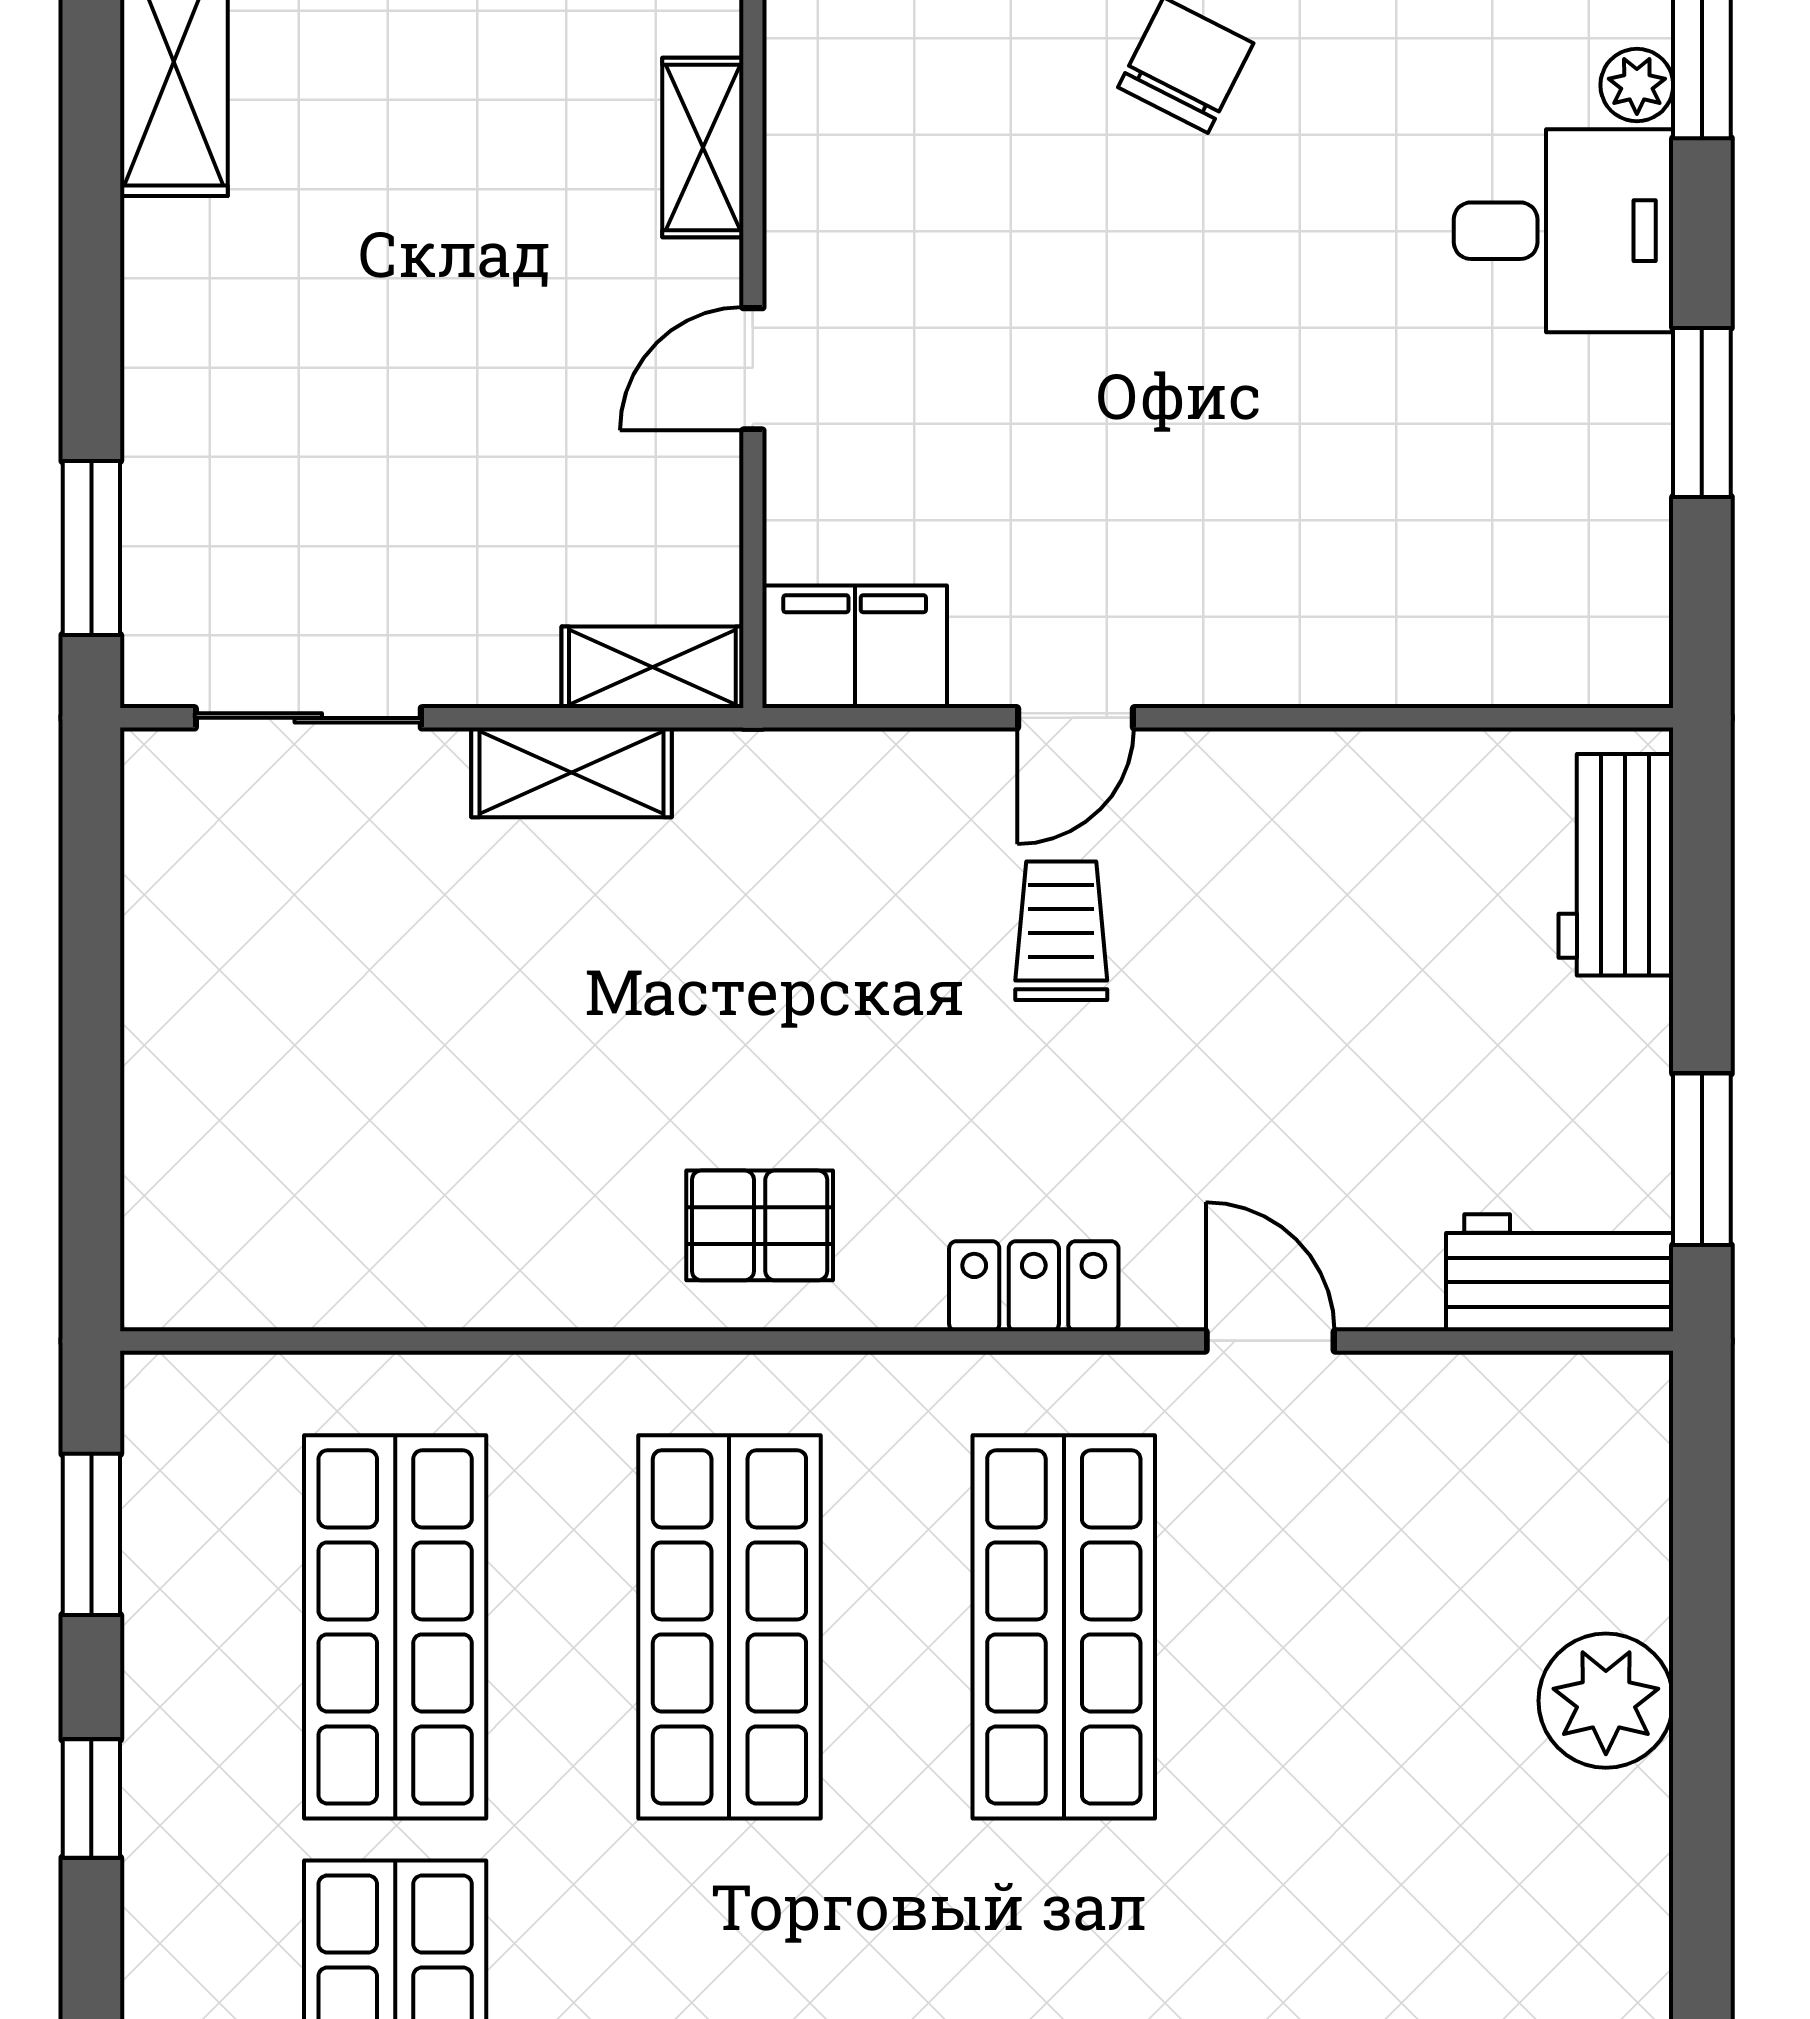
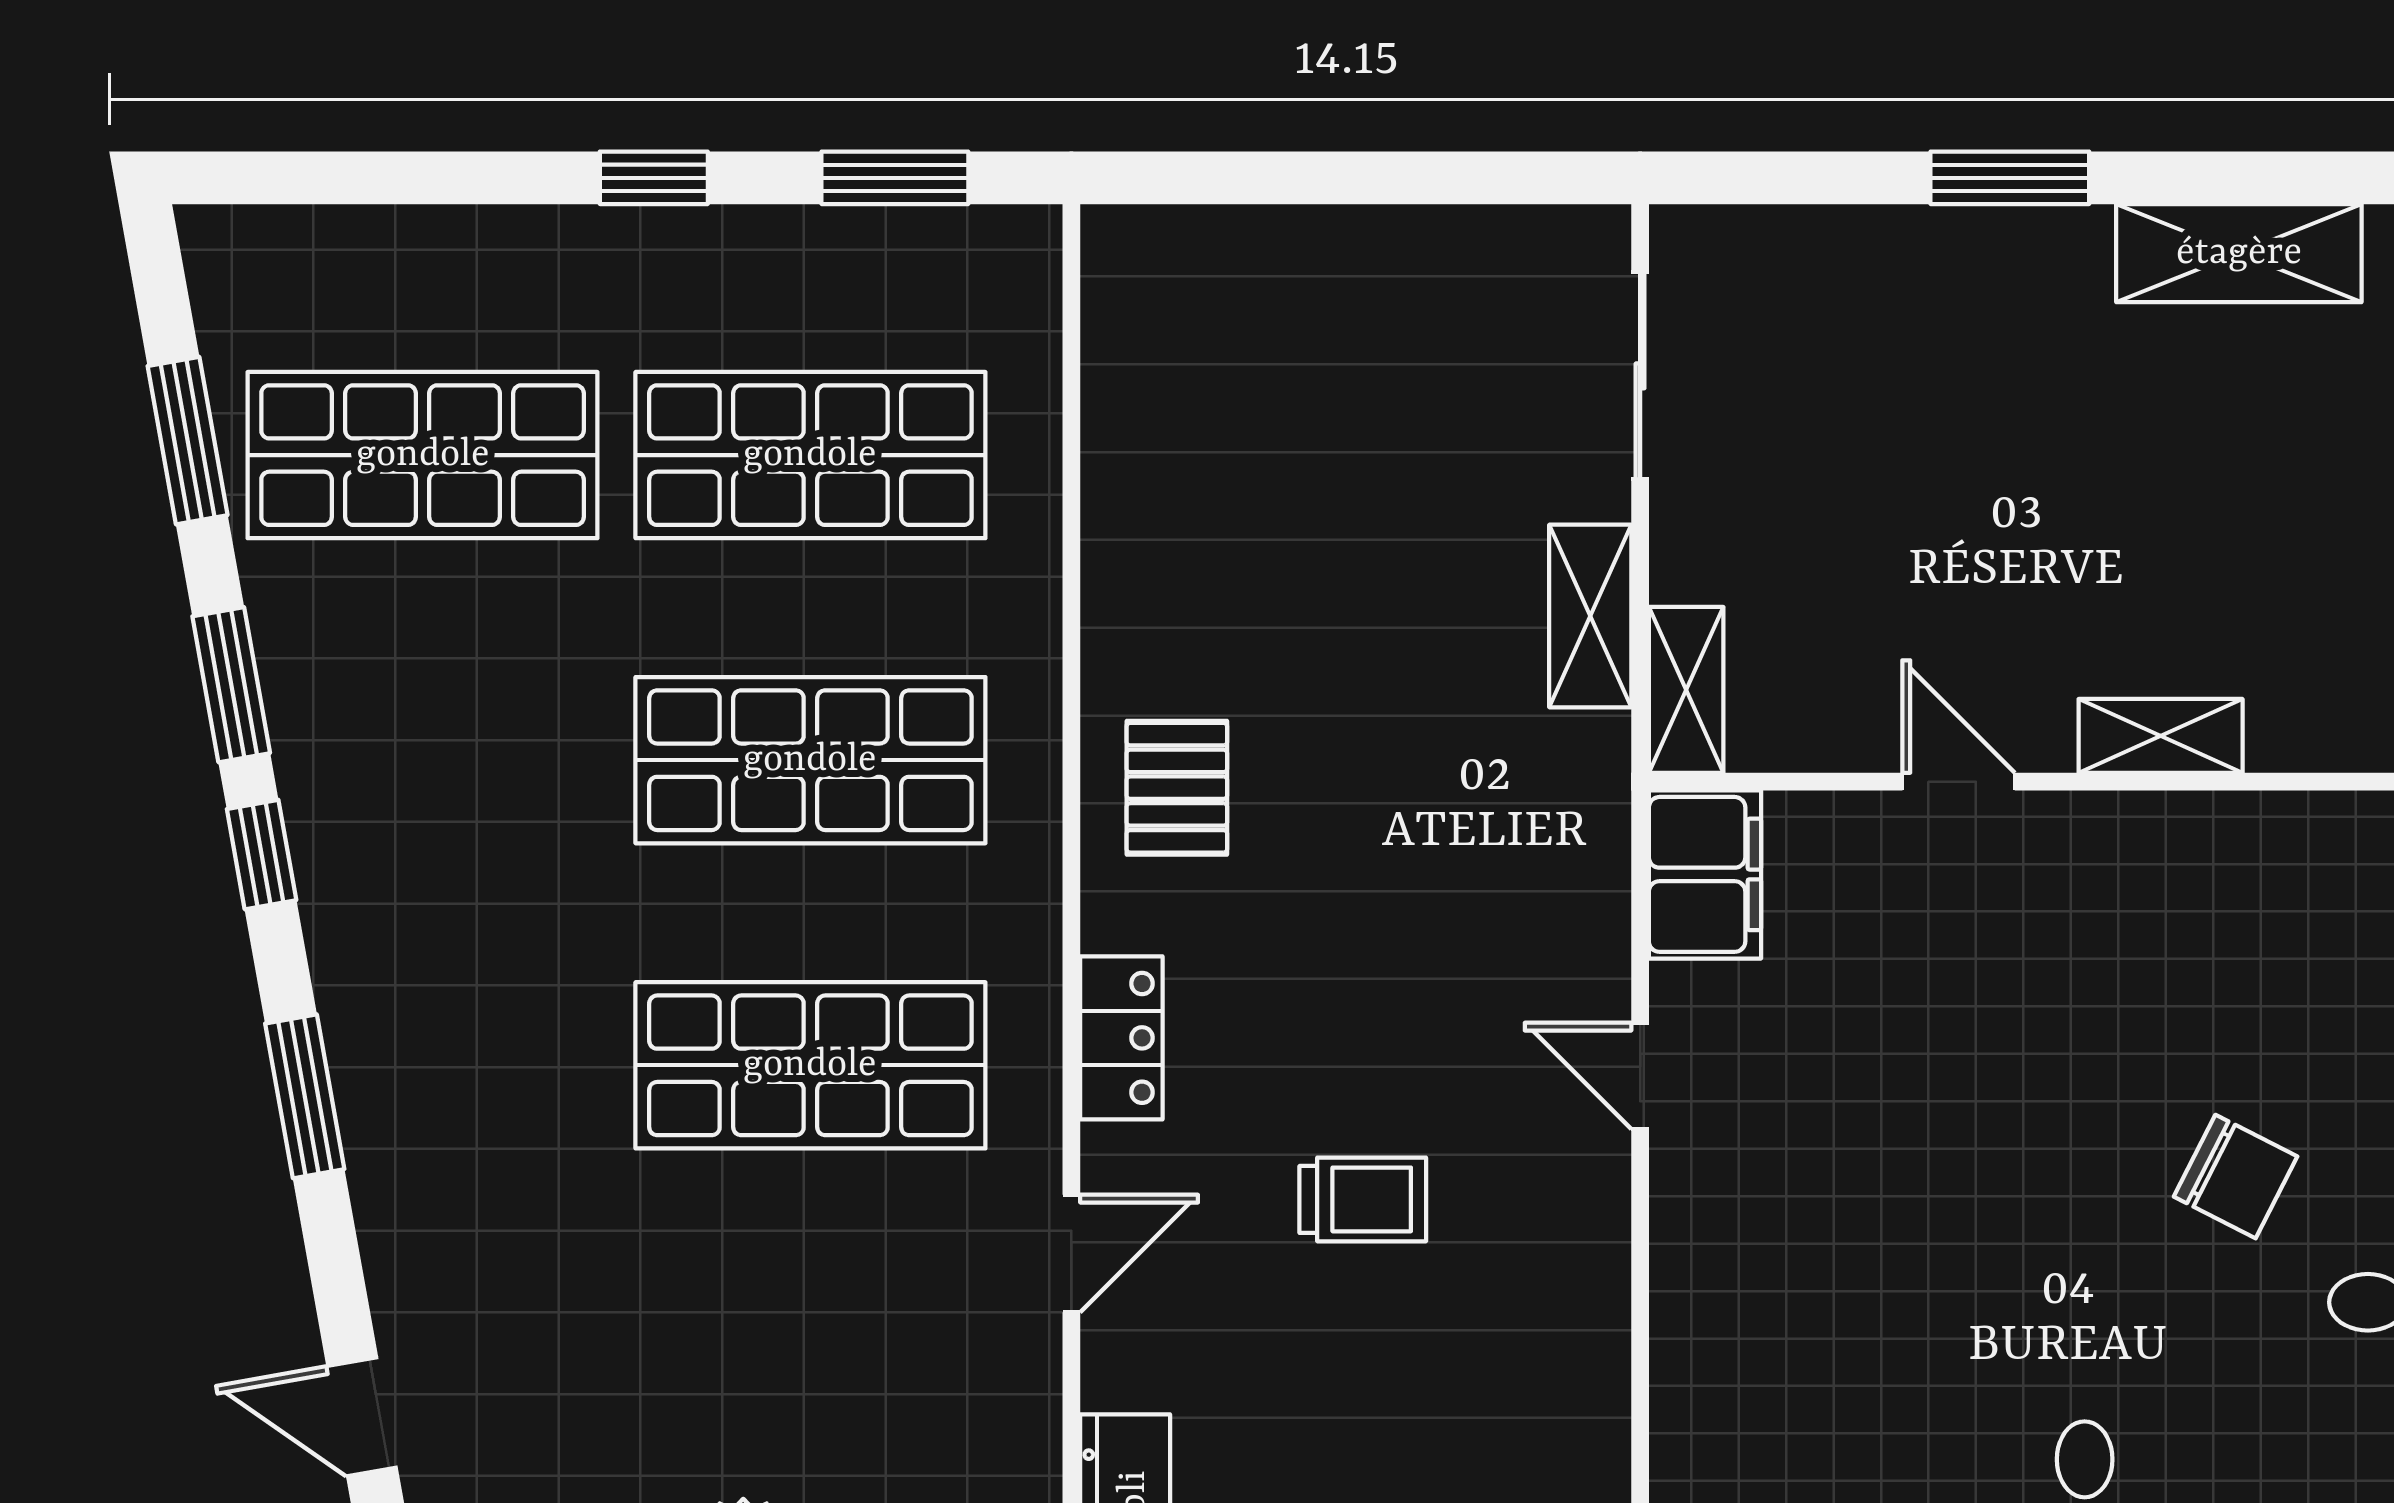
window: (91, 548) -> (2010, 178), moved
trolley: (1061, 931) -> (1363, 1199), moved

